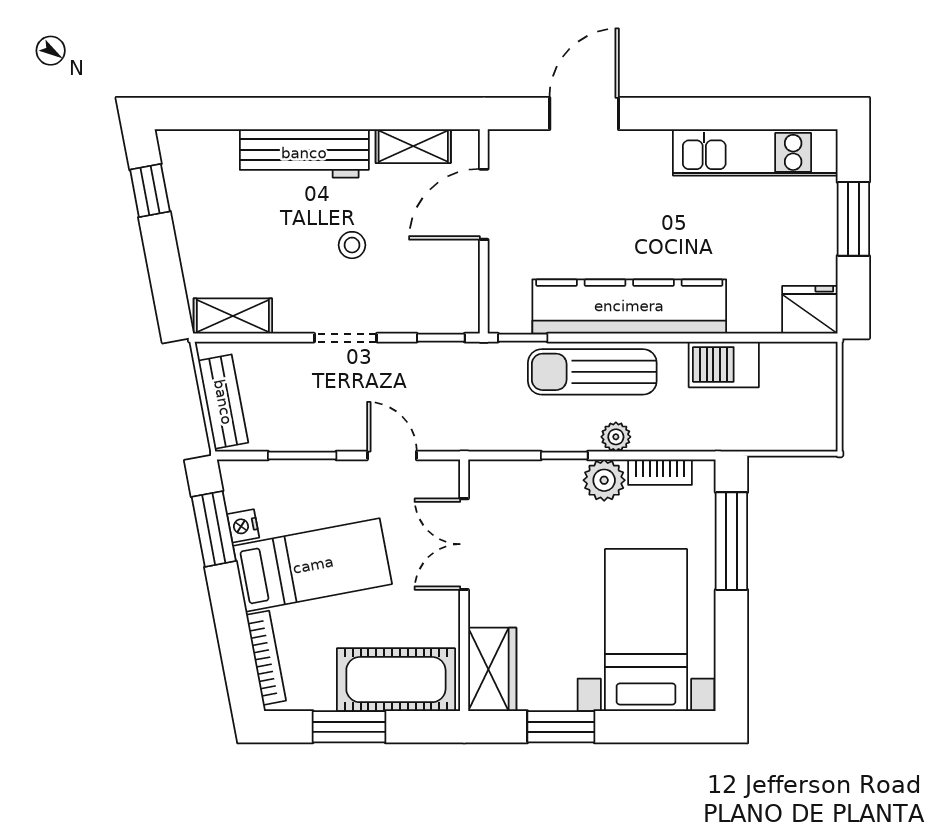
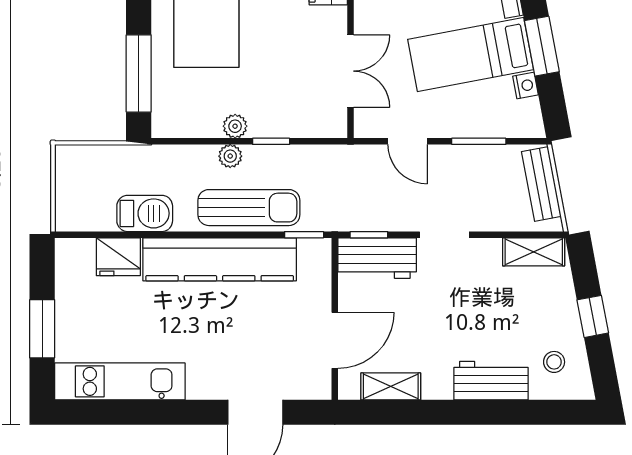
workbench: (304, 153) -> (491, 381), width x0.73
window: (150, 191) -> (593, 316), moved
stool: (352, 245) -> (554, 362), moved
workbench: (430, 308) -> (377, 258), added
fridge: (810, 310) -> (118, 257), moved
bookcase: (660, 472) -> (195, 128), removed
plant: (604, 480) -> (235, 126), width x0.73, depth x0.73
window: (214, 529) -> (542, 46), moved

